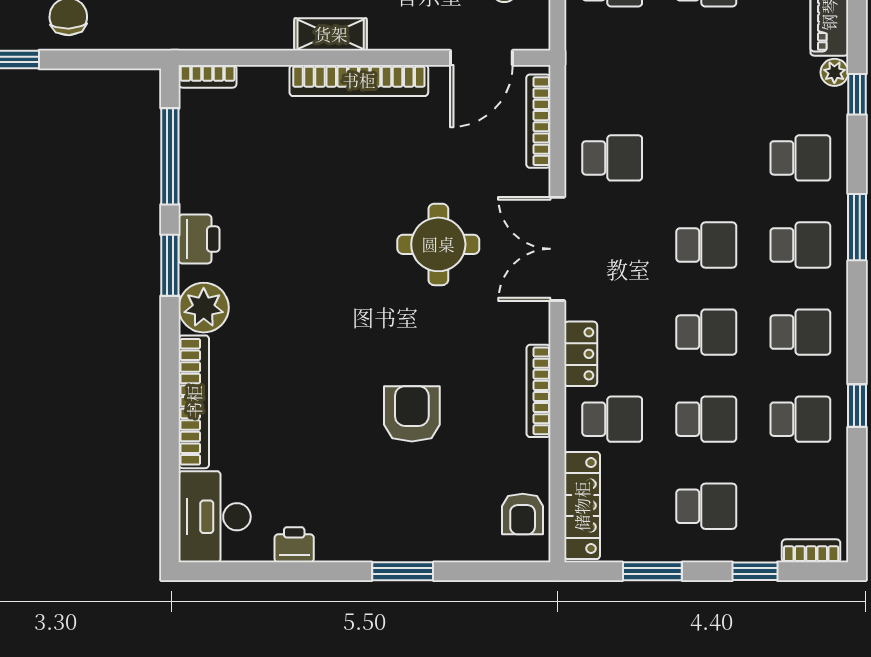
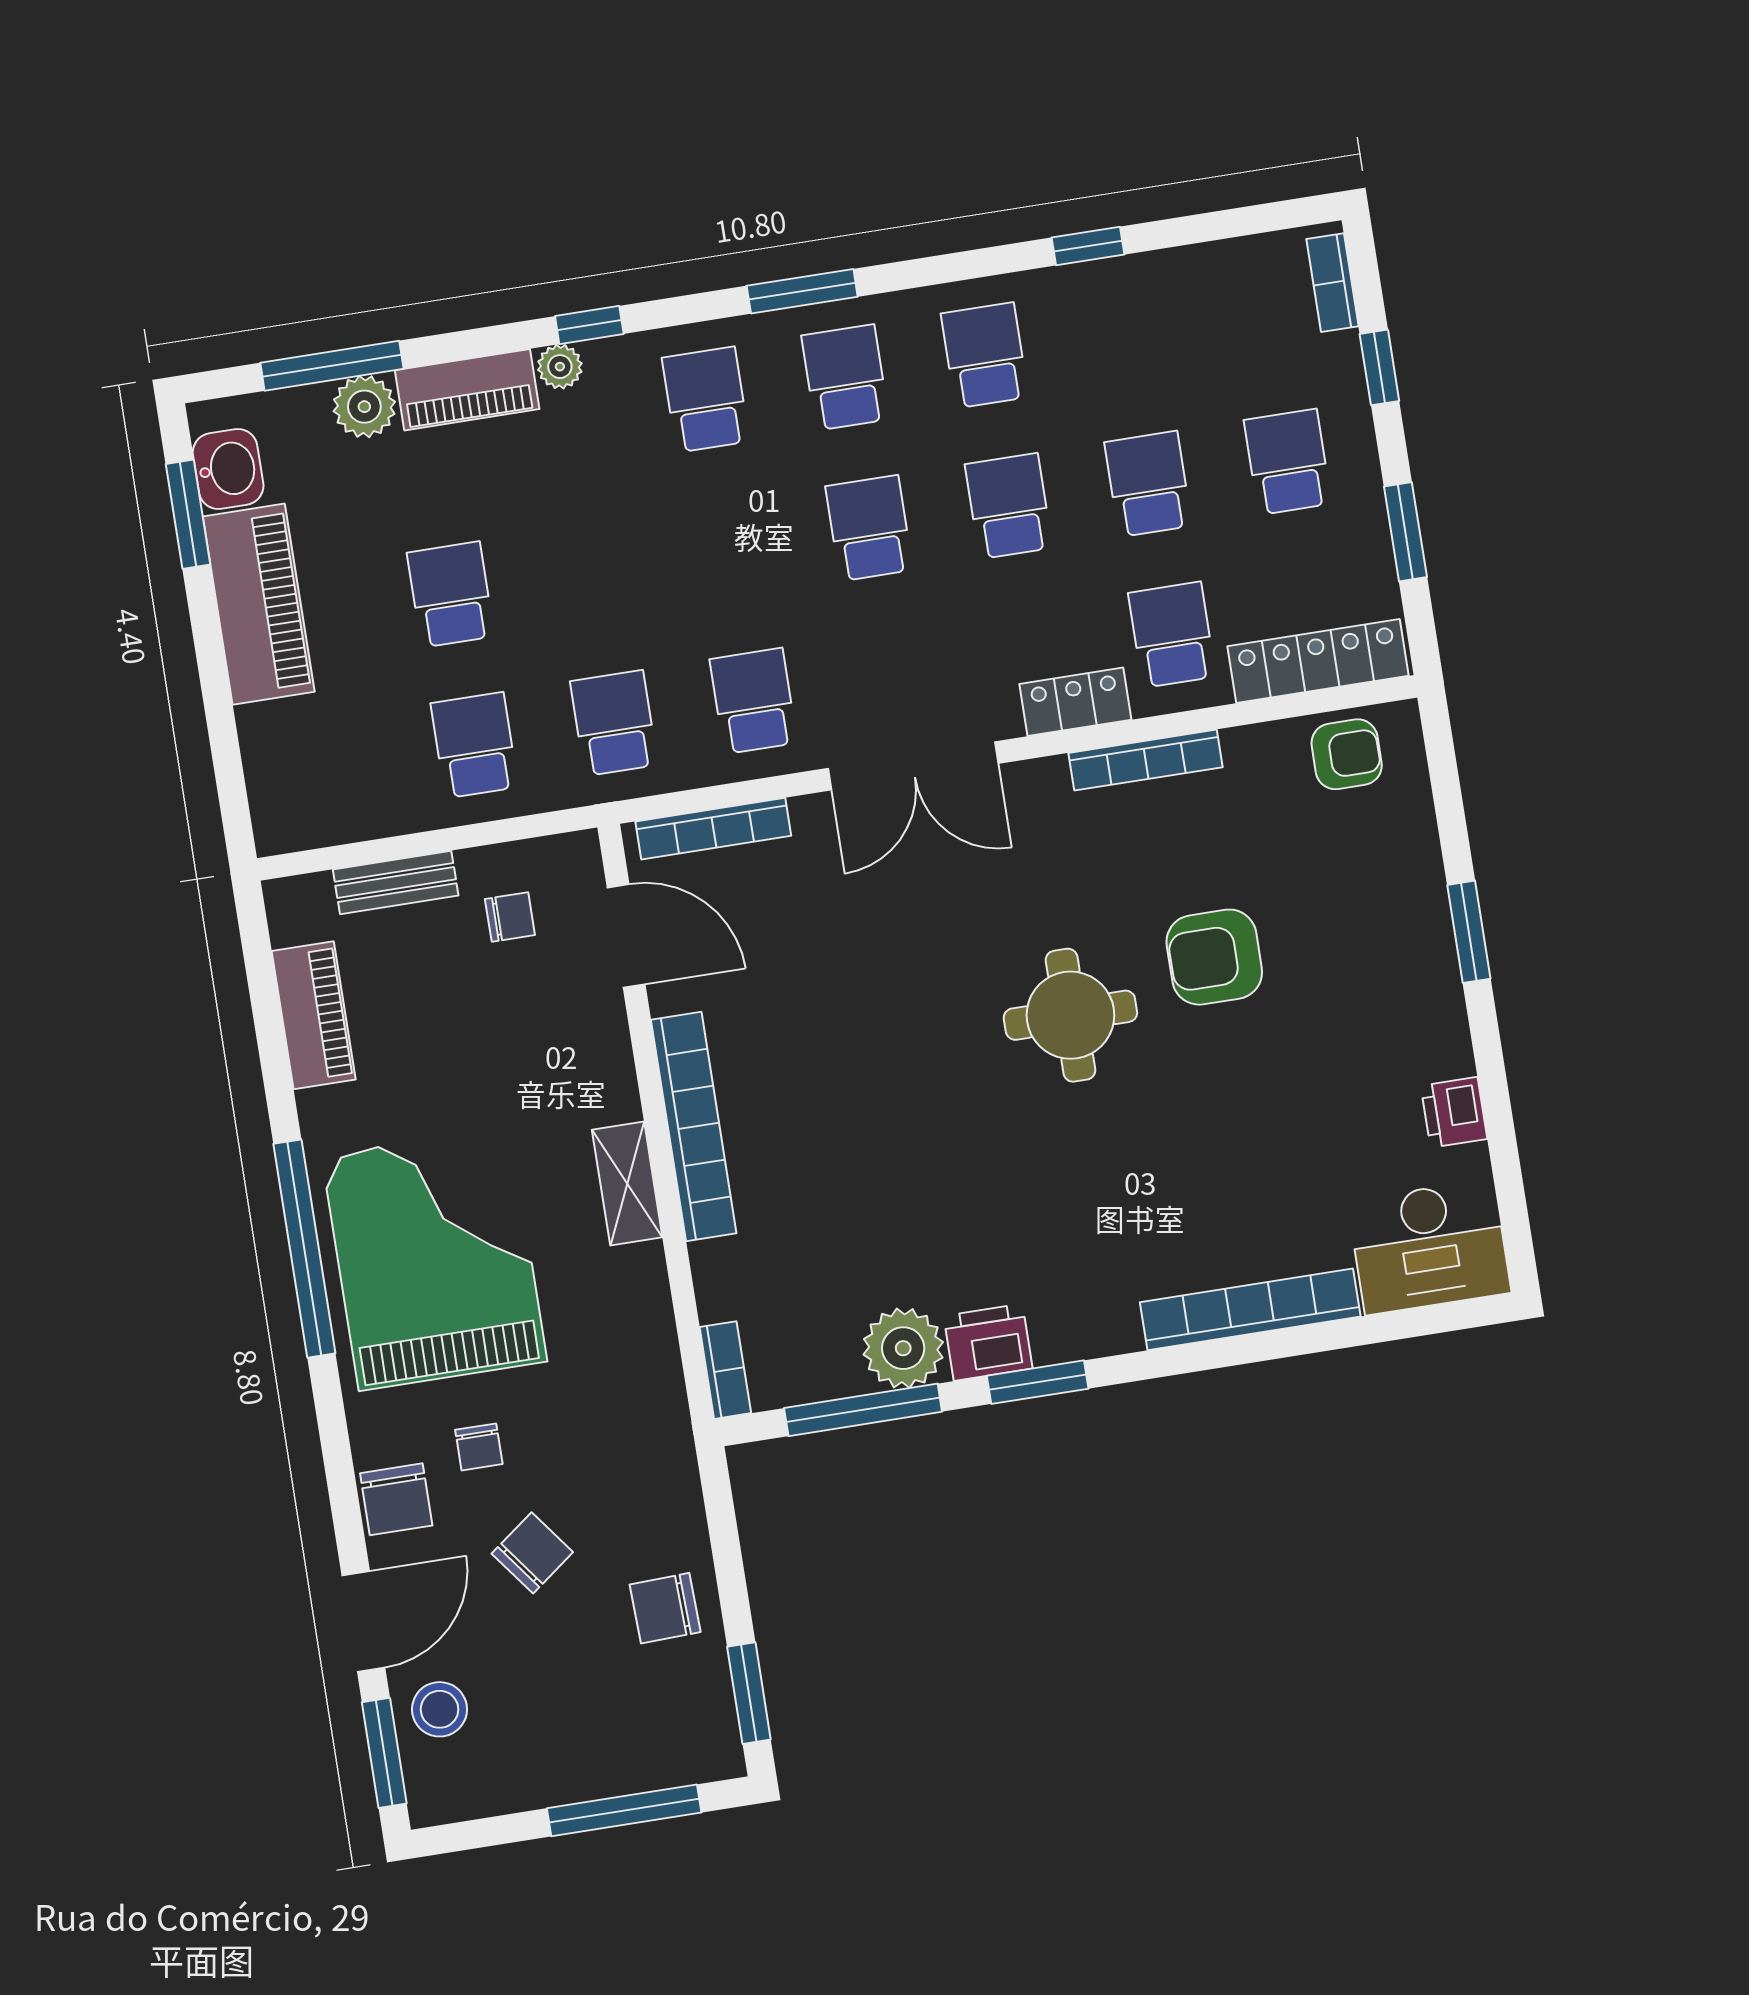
round table: (438, 244) -> (1070, 1015), moved
plant: (204, 308) -> (903, 1348), moved
school desk: (800, 419) -> (614, 723), moved

